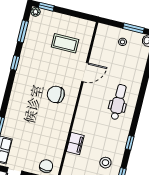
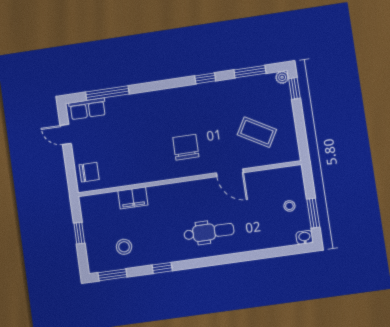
coffee table: (65, 43) -> (257, 132), turned -60

